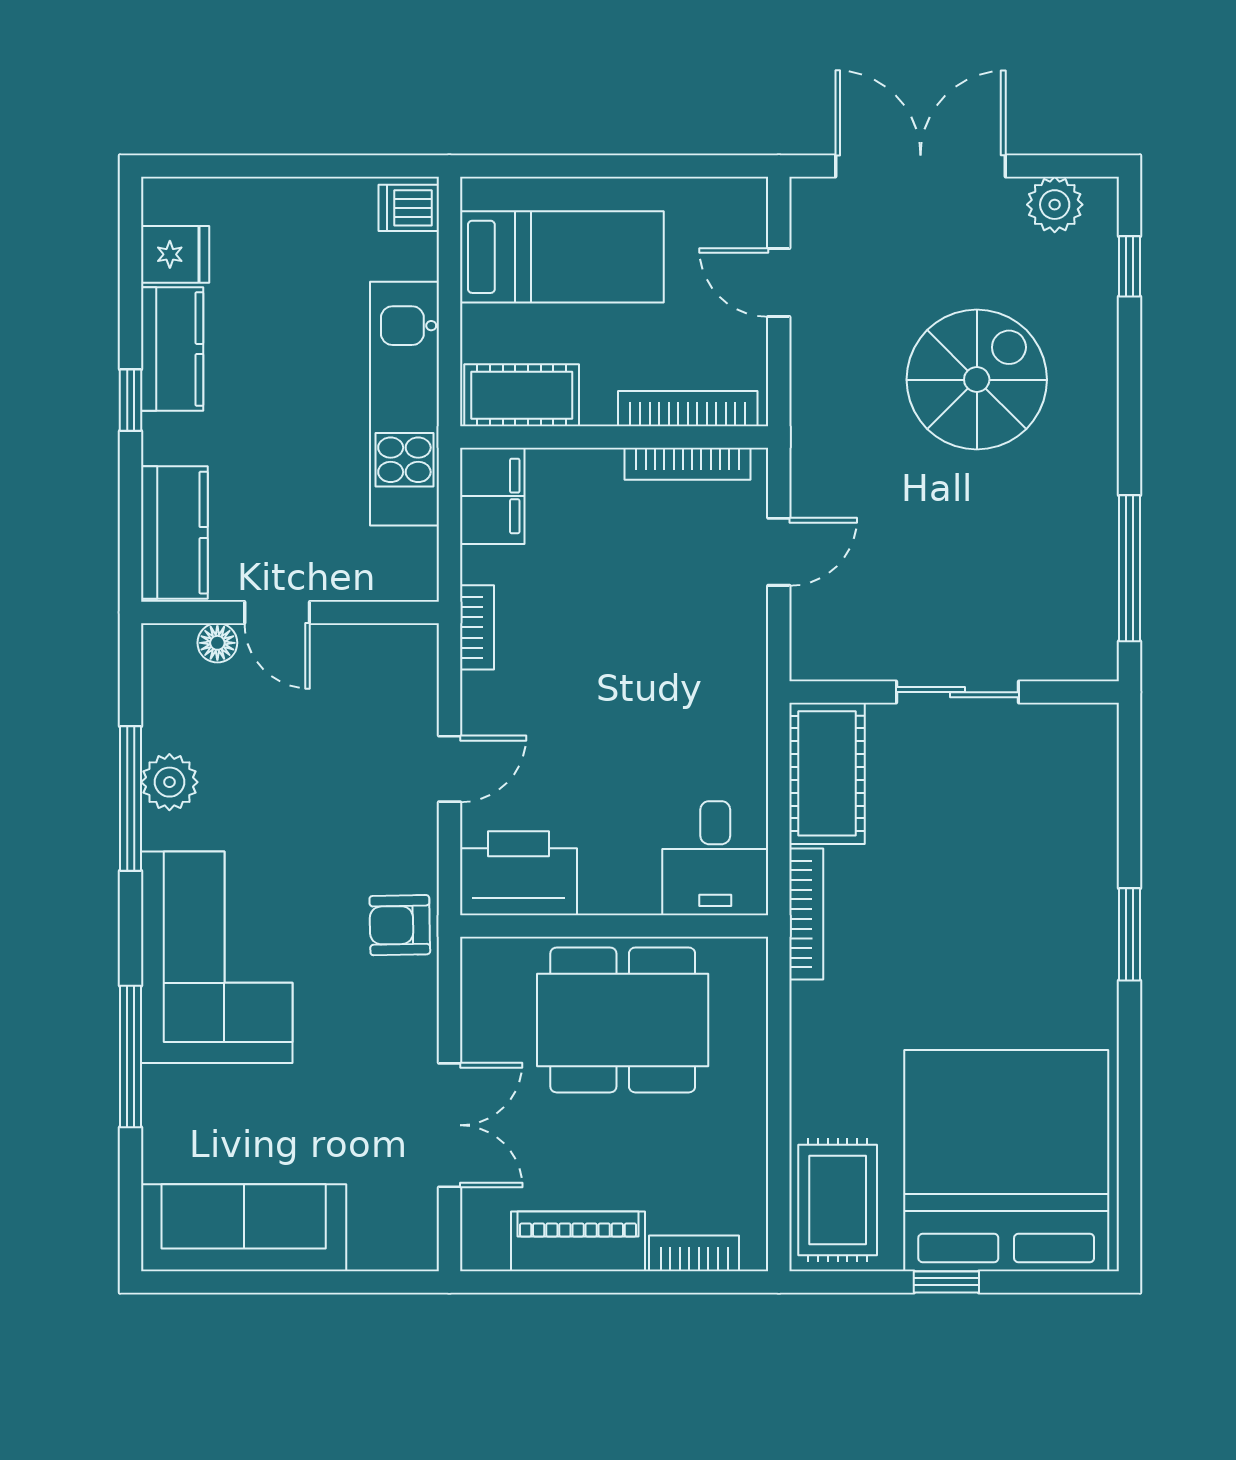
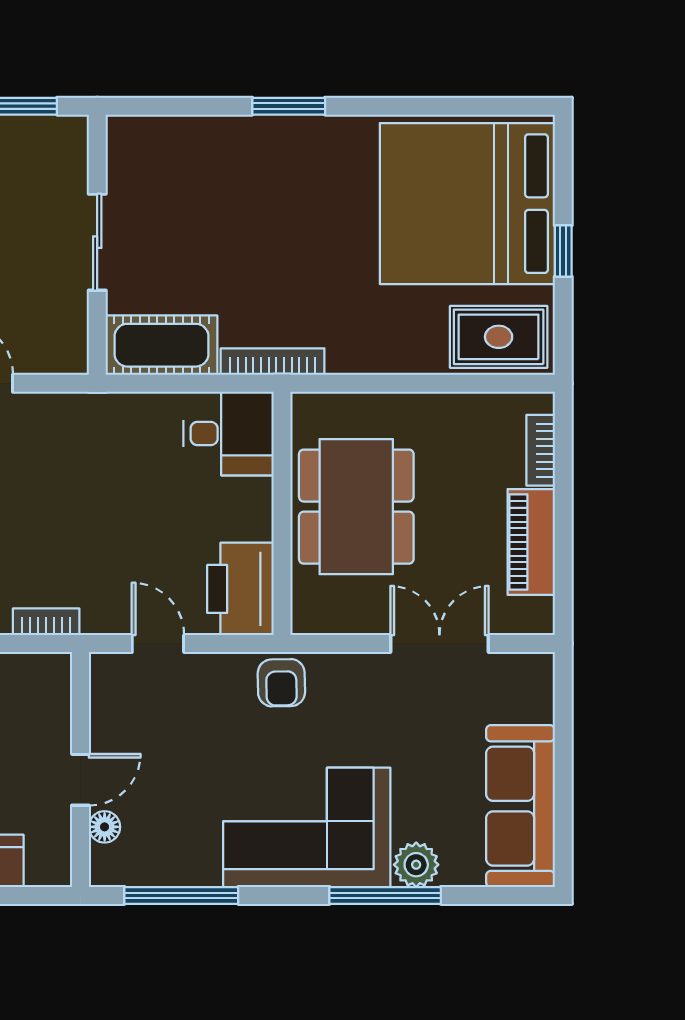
door: (277, 612) -> (80, 780), moved
wall: (290, 612) -> (80, 769), moved
floor lamp: (217, 643) -> (105, 827), moved
plant: (169, 782) -> (416, 865), moved

